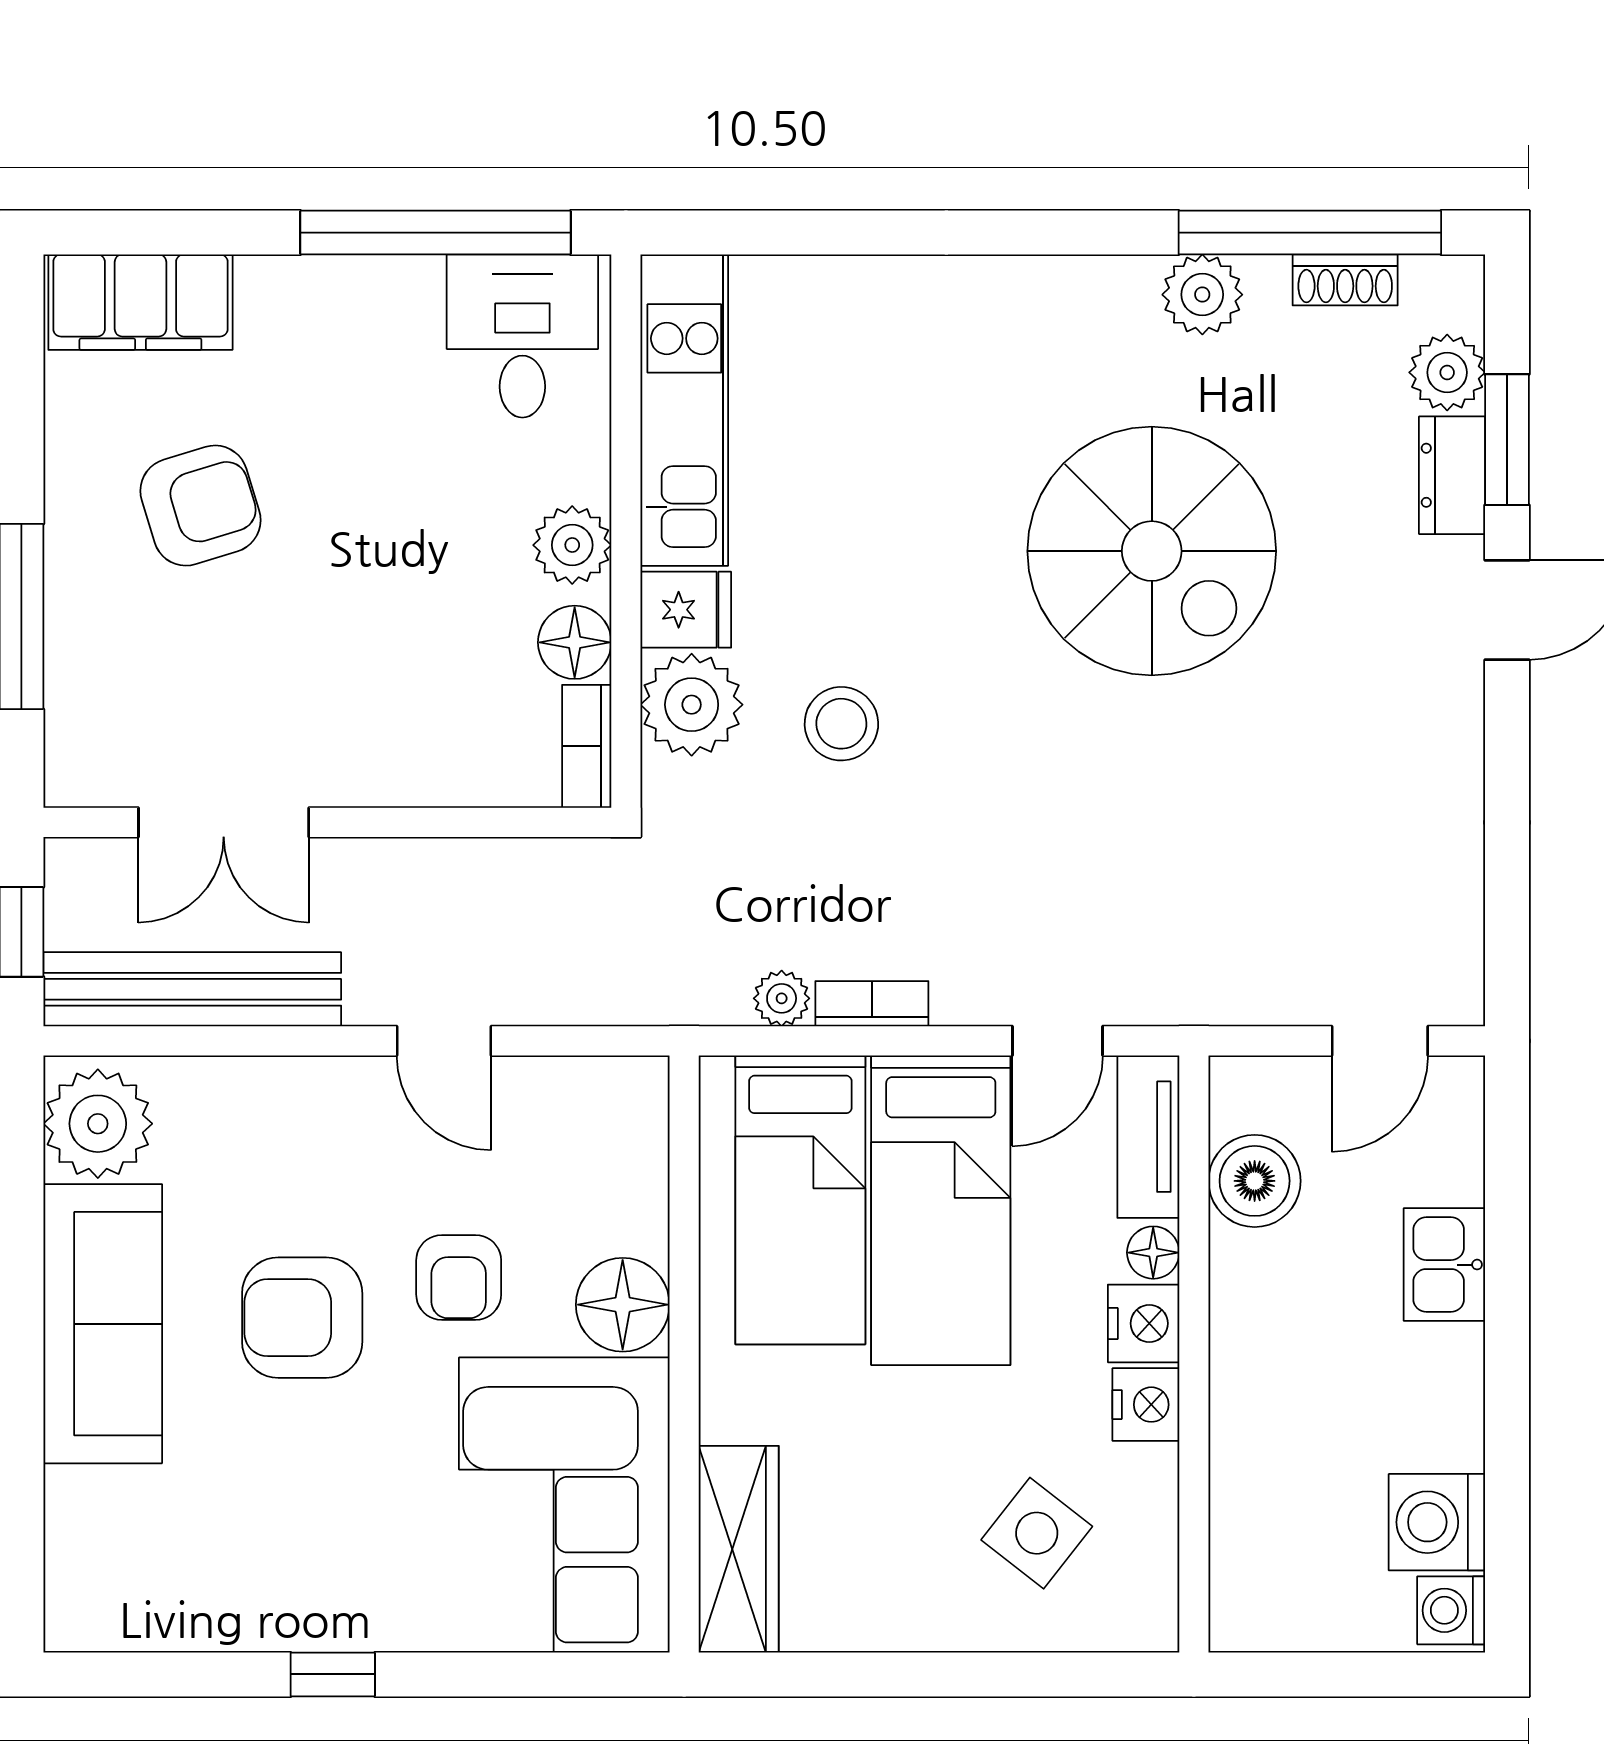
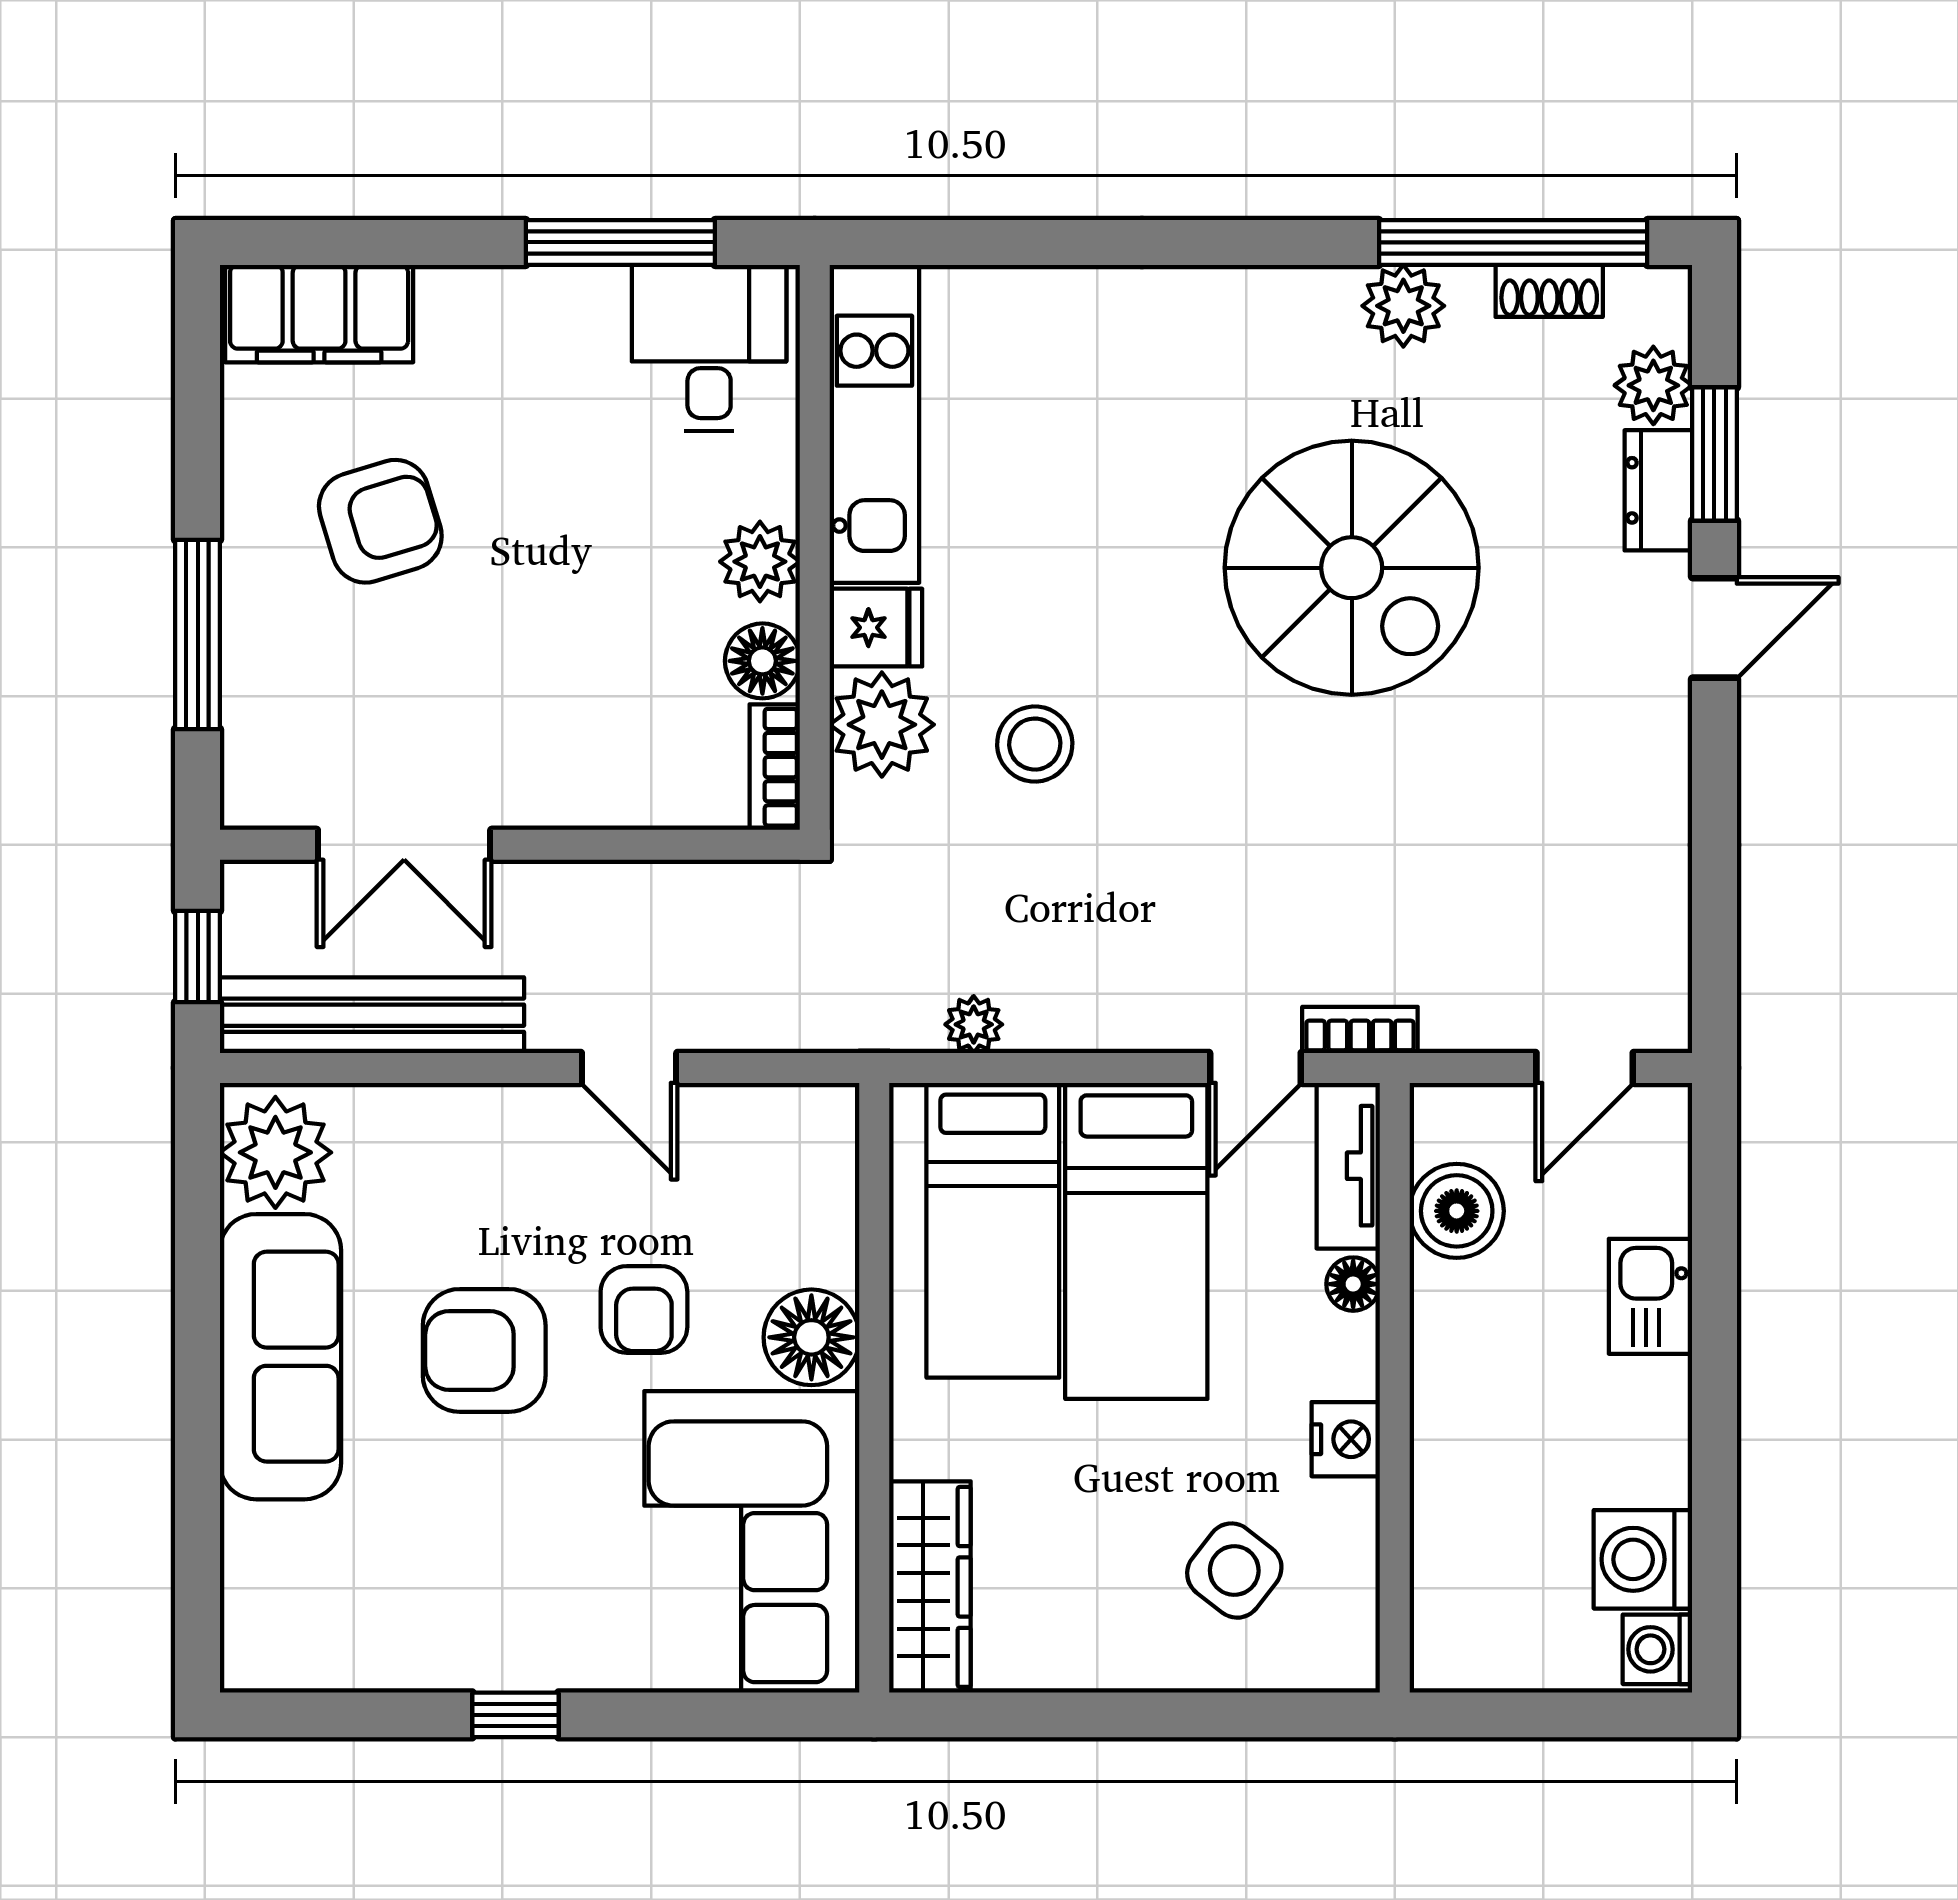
window: (436, 233) -> (620, 242), width x0.68
bookcase: (872, 1004) -> (1360, 1030), moved
nightstand: (1144, 1323) -> (1343, 1356), removed

